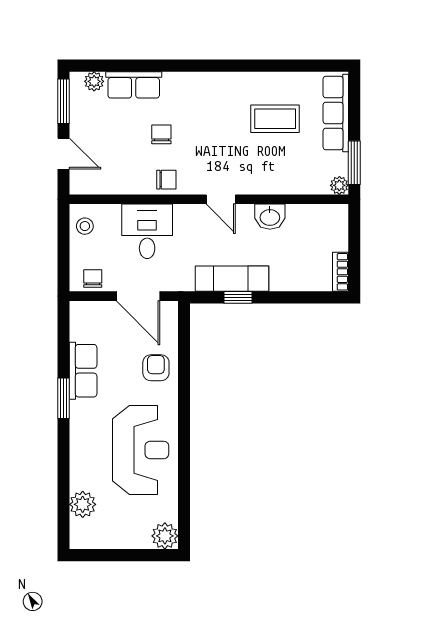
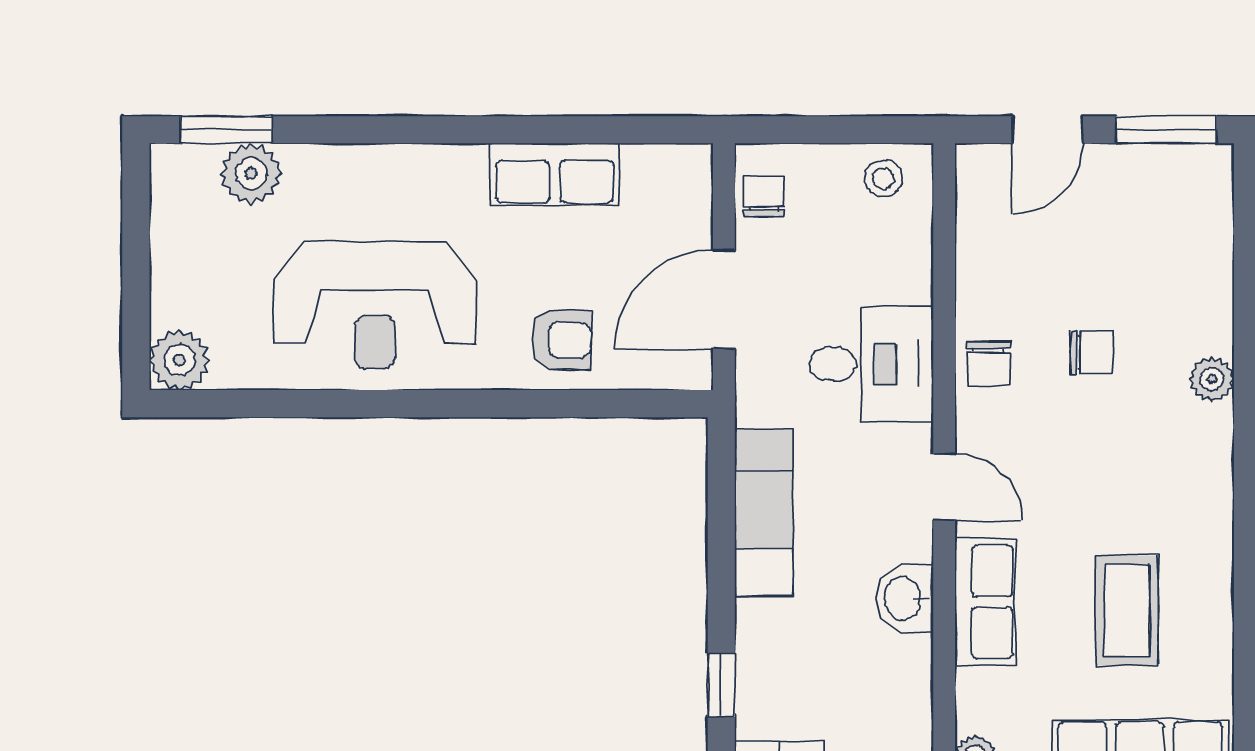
plant: (94, 81) -> (1212, 379), moved
row of seats: (134, 85) -> (985, 602), moved, turned 180
door: (221, 199) -> (944, 487), swing flipped
desk: (147, 231) -> (871, 364), moved
chair: (93, 279) -> (764, 196), turned -90
window: (238, 297) -> (721, 685), moved
window: (63, 398) -> (226, 130), moved

